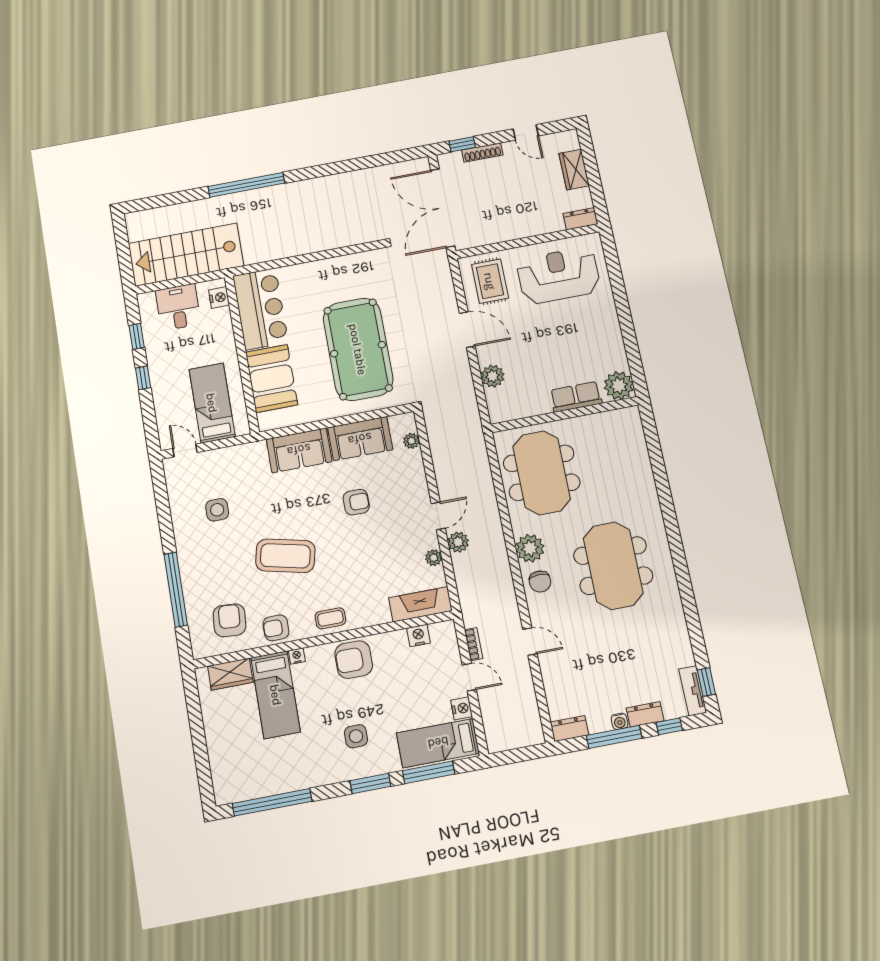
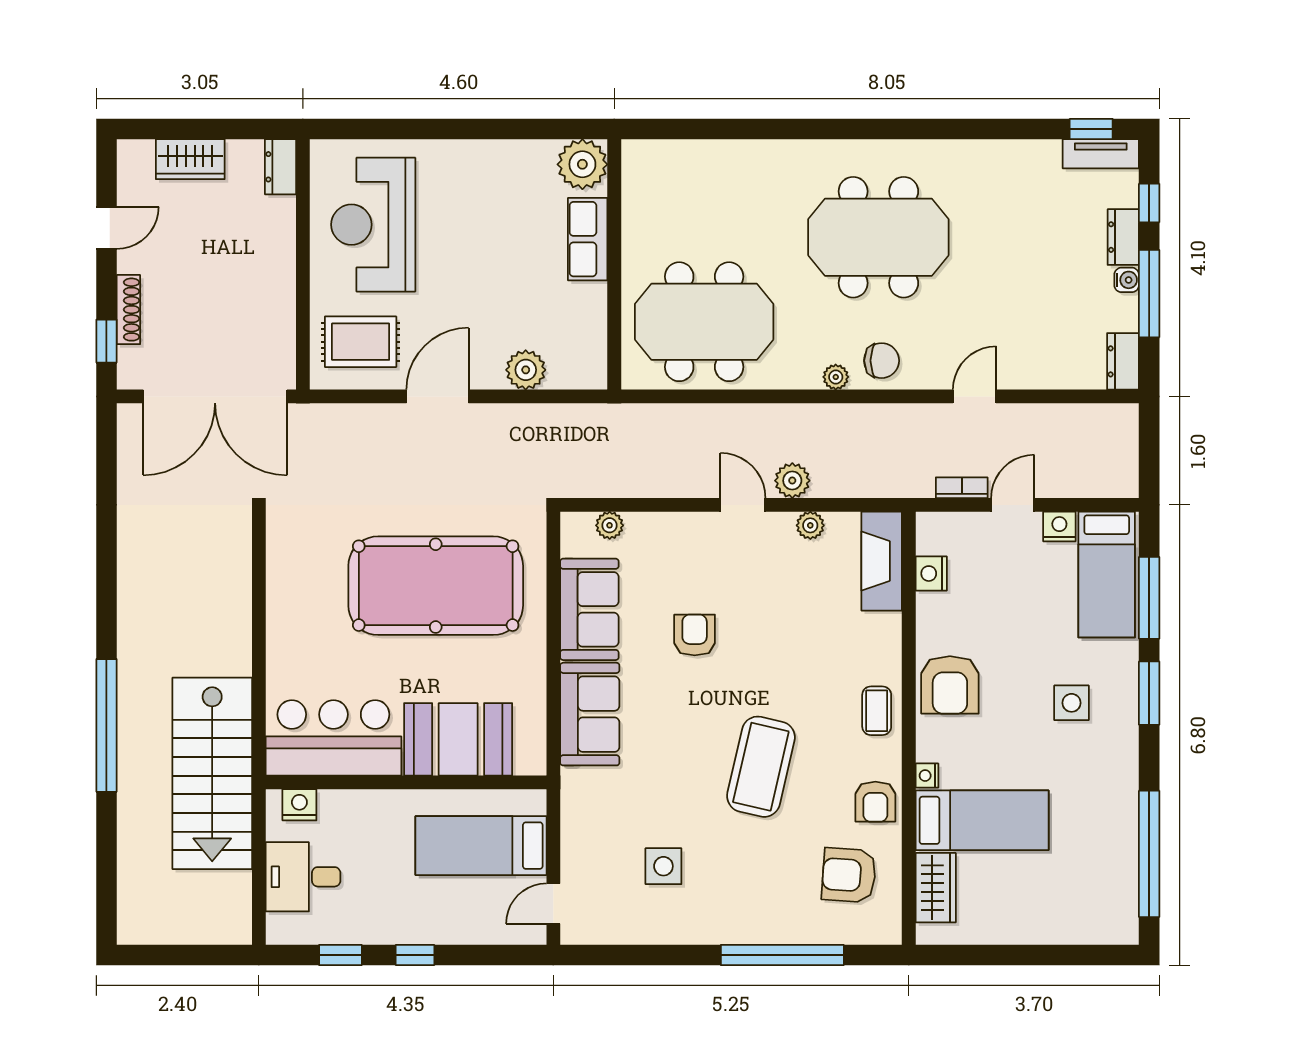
stairs: (186, 255) -> (212, 773), moved
plant: (530, 548) -> (836, 377), width x0.53, depth x0.53

